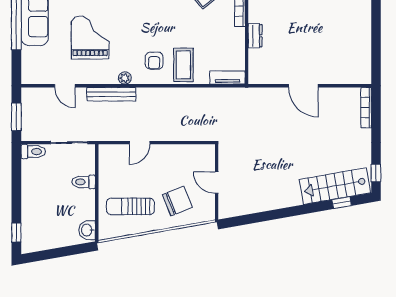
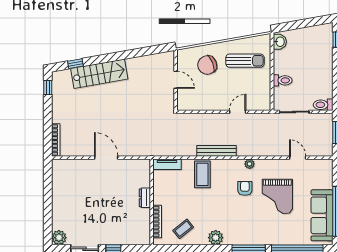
armchair: (154, 61) -> (245, 188), moved
bench: (111, 94) -> (216, 151), moved
stairs: (335, 186) -> (99, 74), moved

